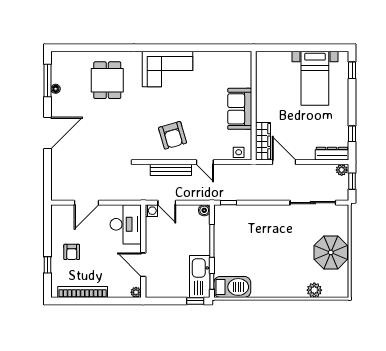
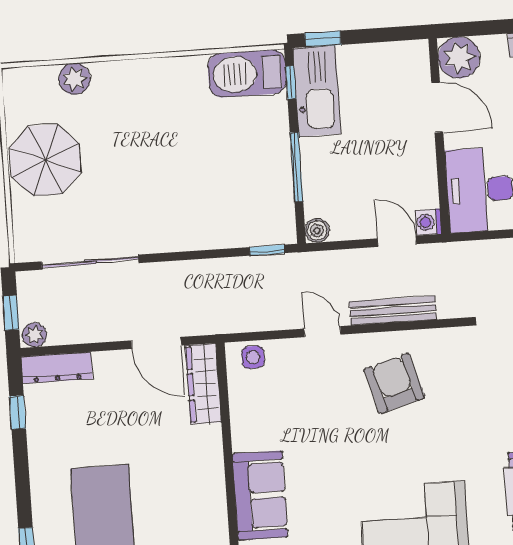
sofa: (240, 109) -> (260, 495), moved
plant: (136, 292) -> (459, 58), width x1.88, depth x1.88

